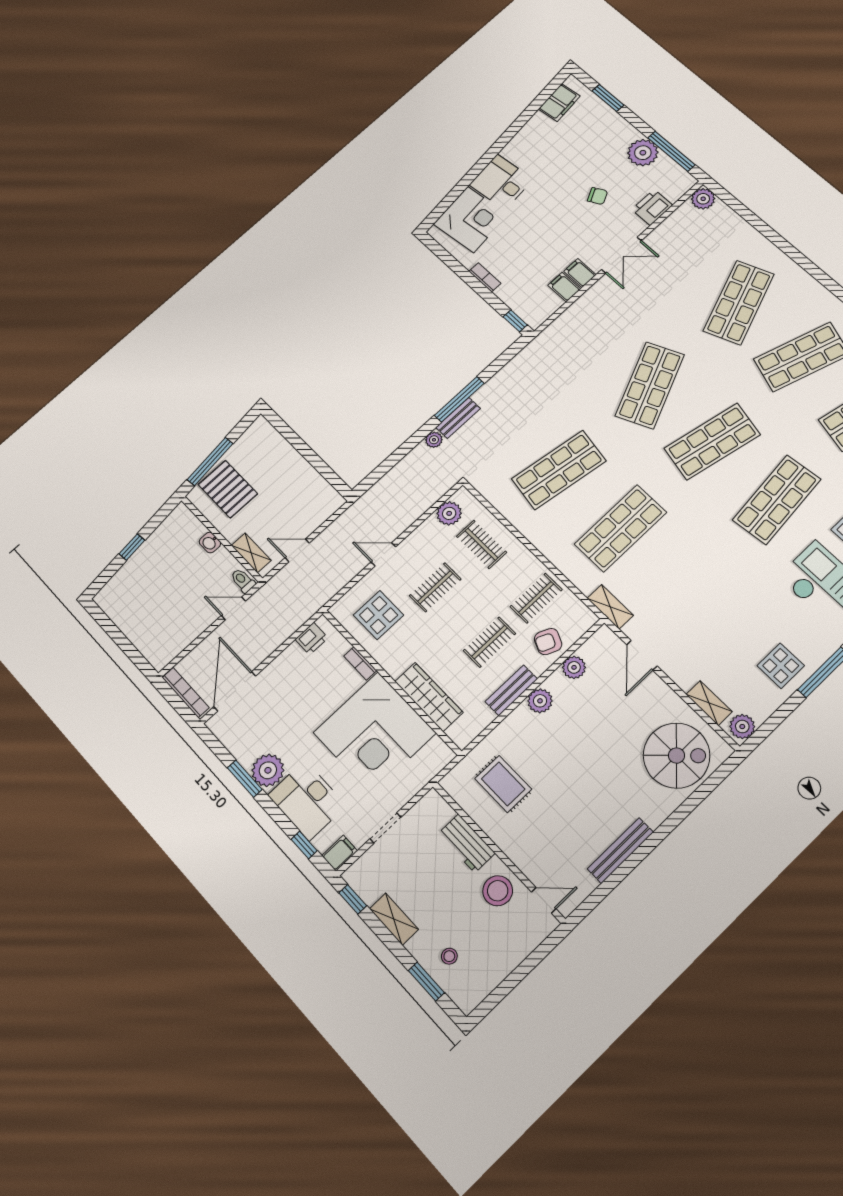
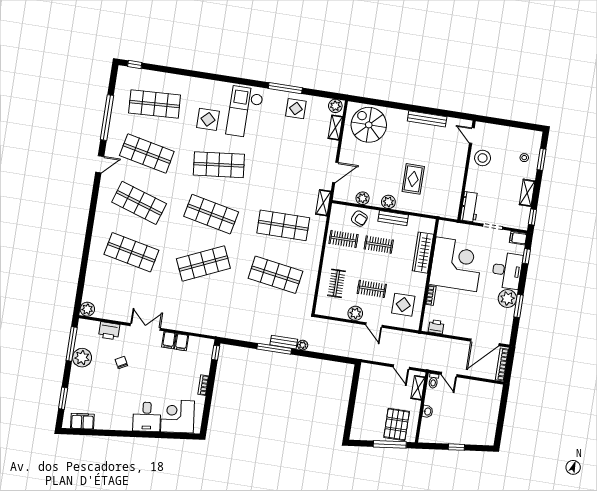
shop shelf: (739, 302) -> (131, 252), turned 33
plant: (449, 513) -> (355, 313), moved
rug: (503, 784) -> (413, 179), moved
workbench: (467, 843) -> (470, 207), moved

